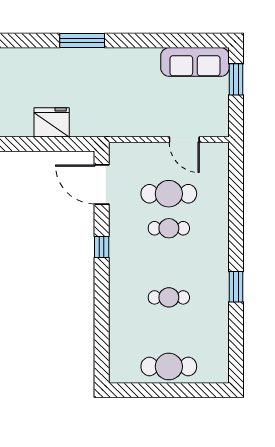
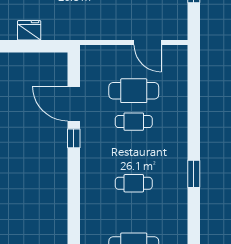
fridge: (52, 122) -> (29, 30), width x0.73, depth x0.75
door: (102, 184) -> (74, 104), moved

